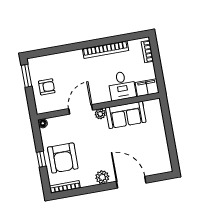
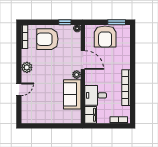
armchair: (47, 87) -> (105, 36), width x1.88, depth x1.88
window: (41, 159) -> (65, 22), moved
door: (131, 182) -> (19, 89), width x0.53

